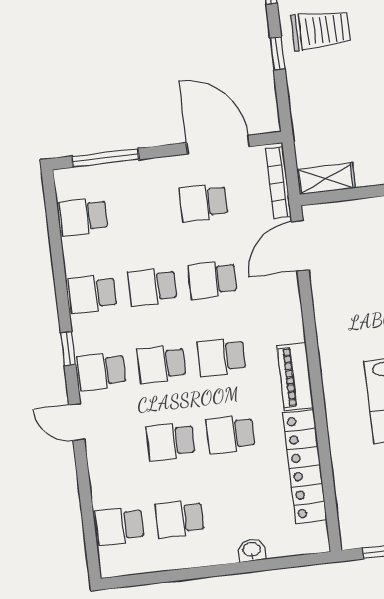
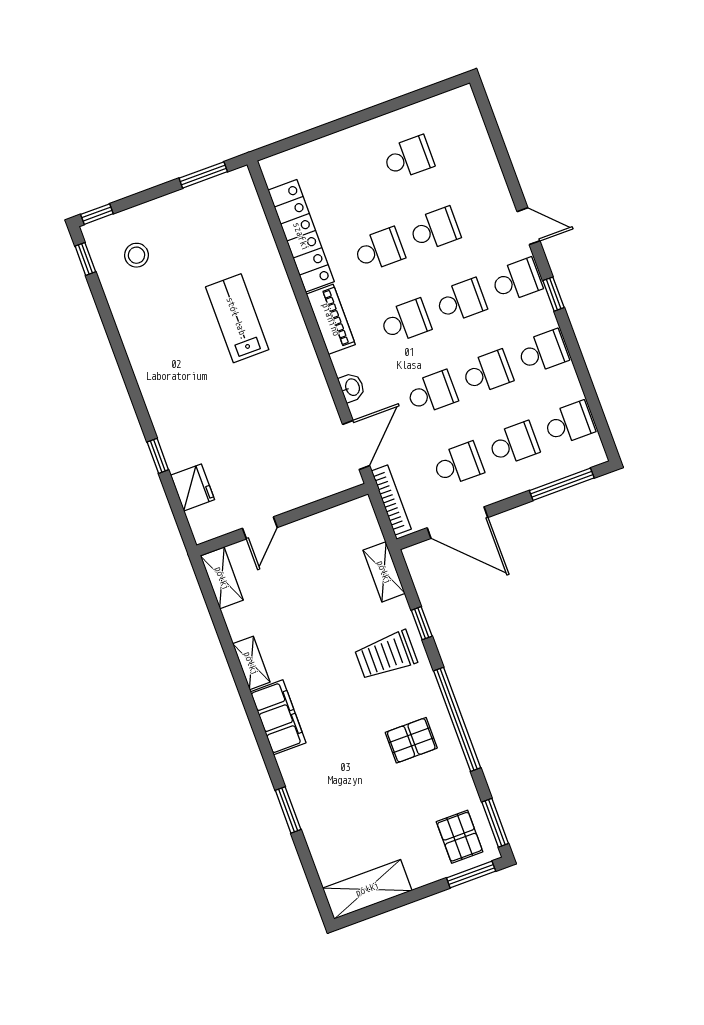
shelving: (326, 179) -> (384, 572), moved, turned 90
school desk: (120, 526) -> (514, 444), moved
washbasin: (252, 550) -> (352, 387), moved, turned -90

